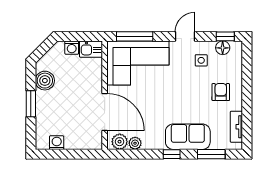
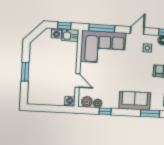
window: (82, 36) -> (64, 26), added
boiler: (45, 81) -> (36, 56), removed
door: (105, 112) -> (78, 80), width x0.53
washing machine: (57, 143) -> (70, 102), moved
window: (172, 154) -> (105, 111), moved

